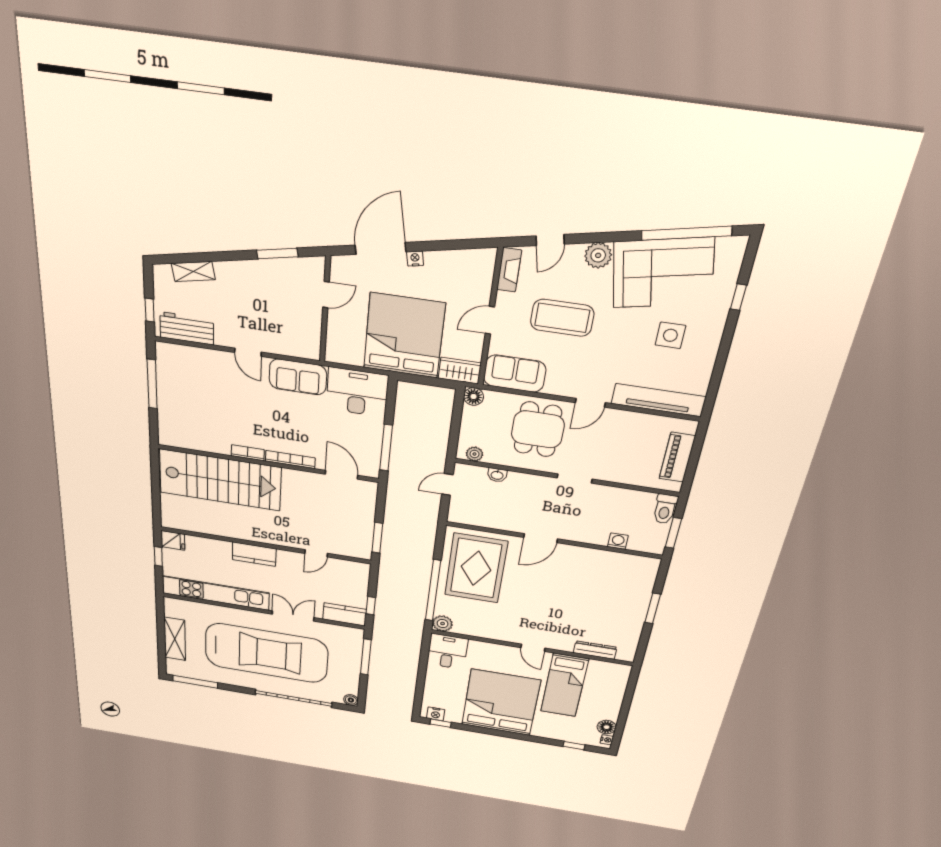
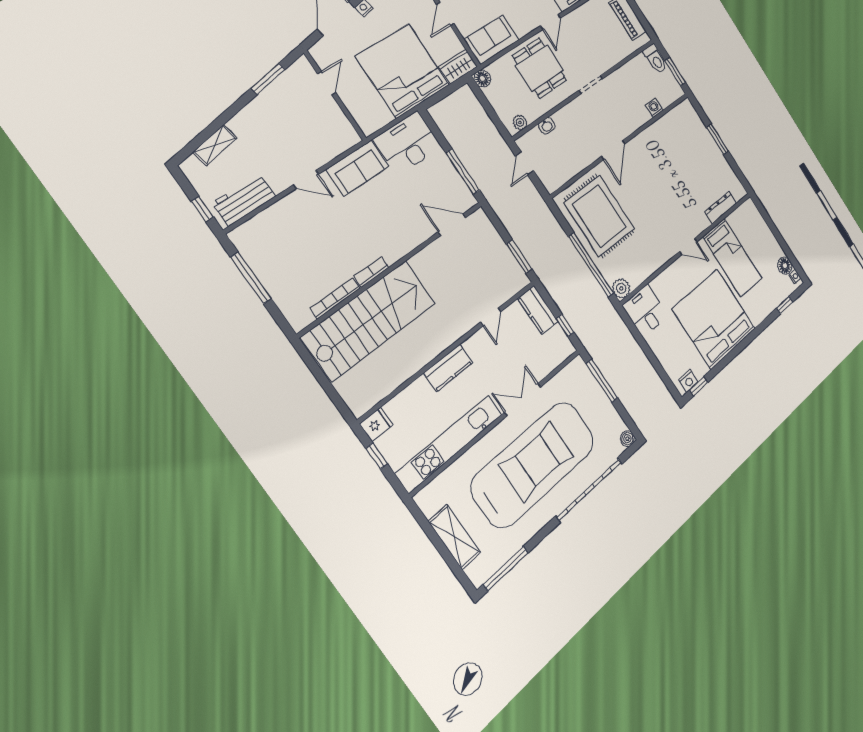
bookcase: (290, 460) -> (335, 298), moved
kitchen counter: (345, 614) -> (538, 310), moved, turned -90

